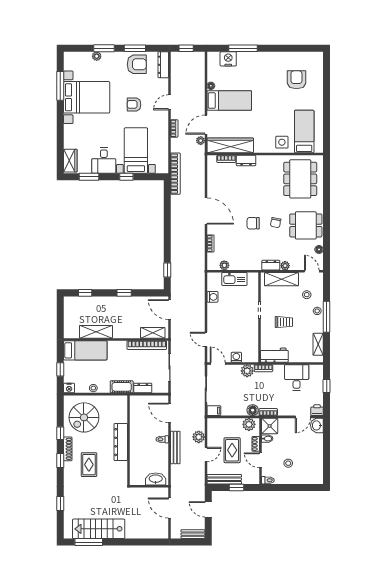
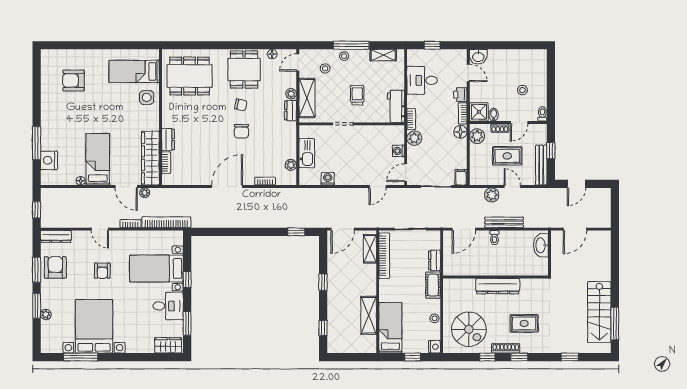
bookcase: (175, 174) -> (166, 222), moved
printer: (317, 410) -> (460, 95), moved
bench: (193, 534) -> (605, 202), removed

